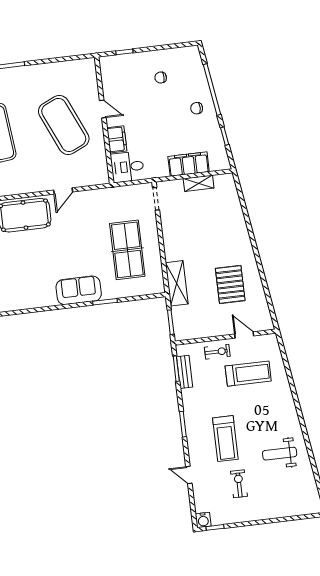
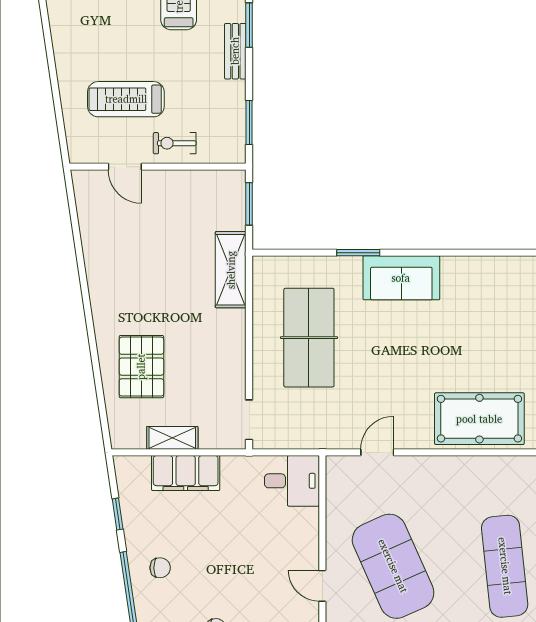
filing cabinet: (117, 139) -> (304, 531), removed
door: (63, 191) -> (377, 452), moved
pallet: (230, 284) -> (141, 367), moved
bench: (185, 372) -> (235, 51), moved

